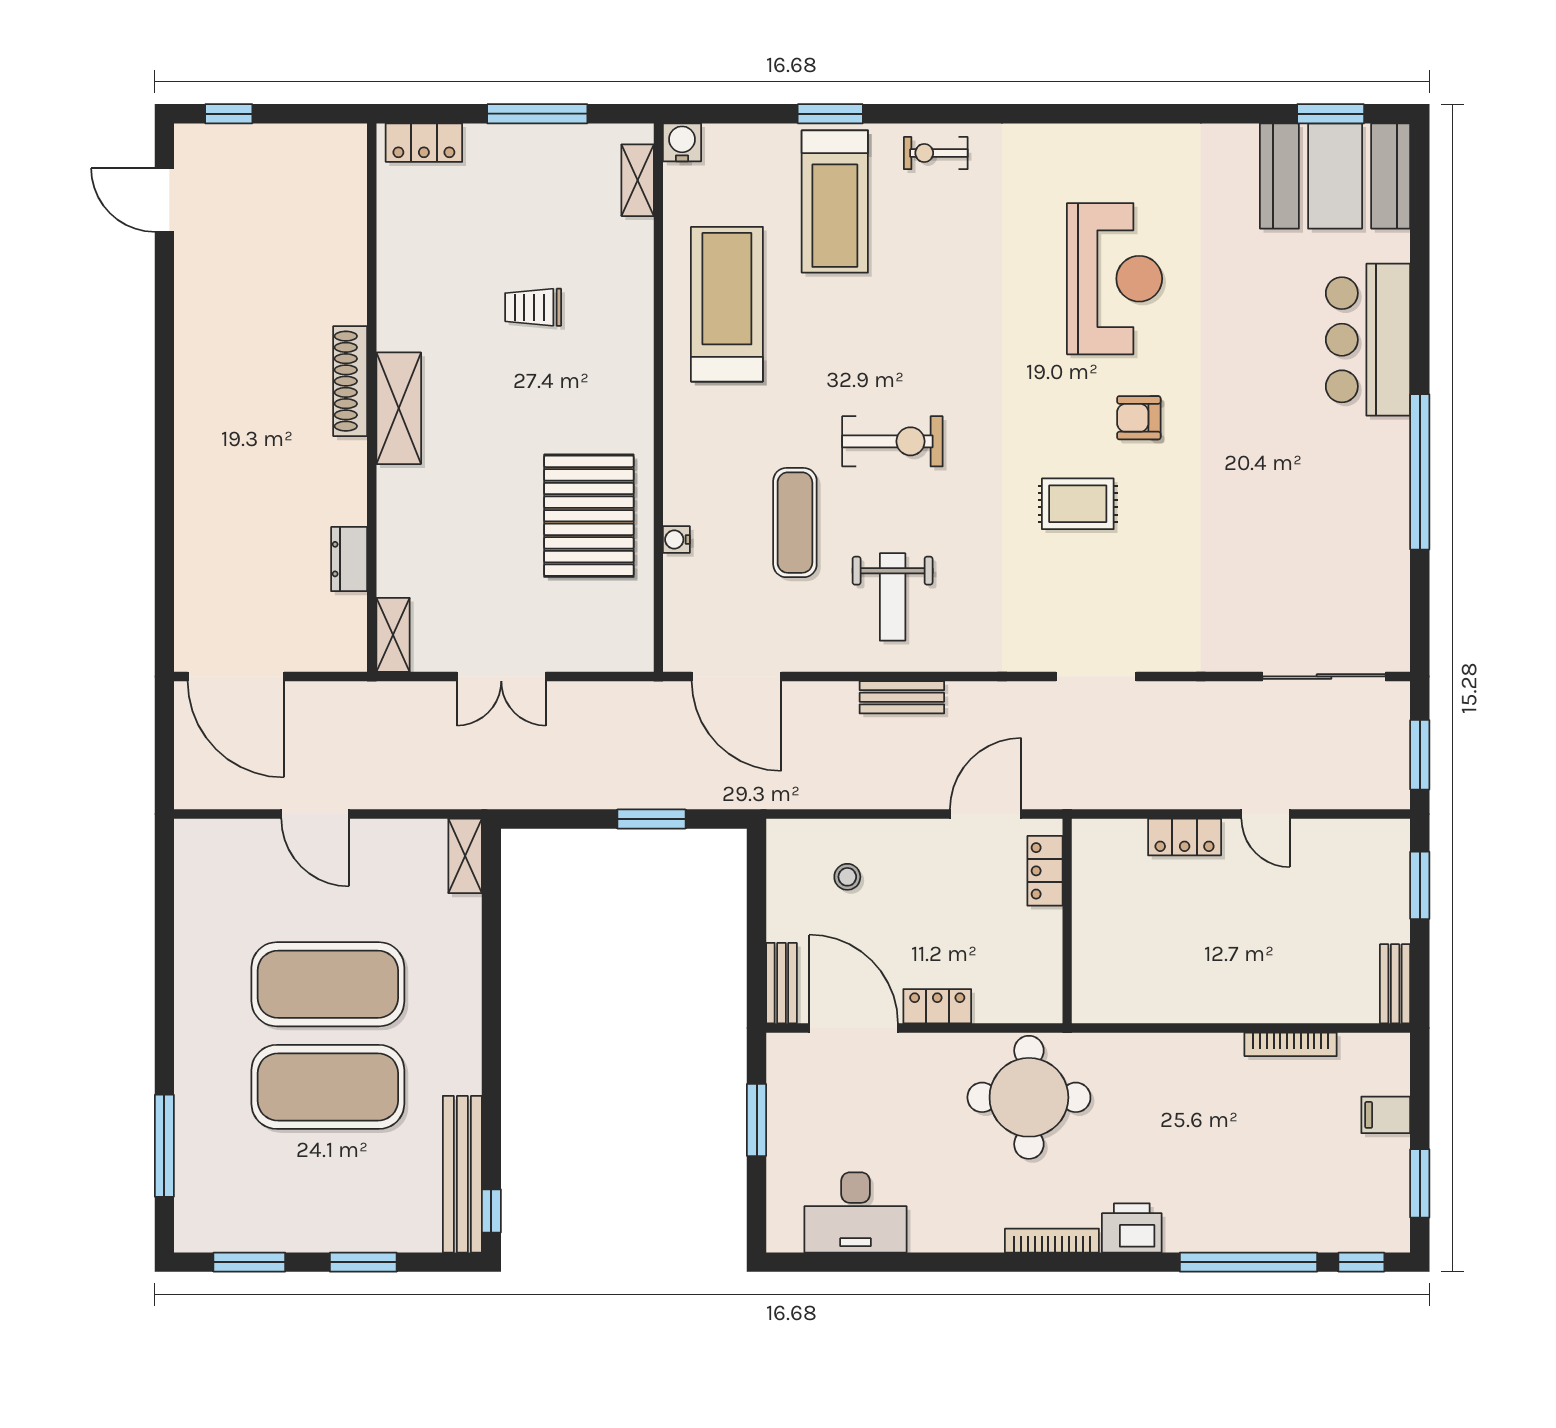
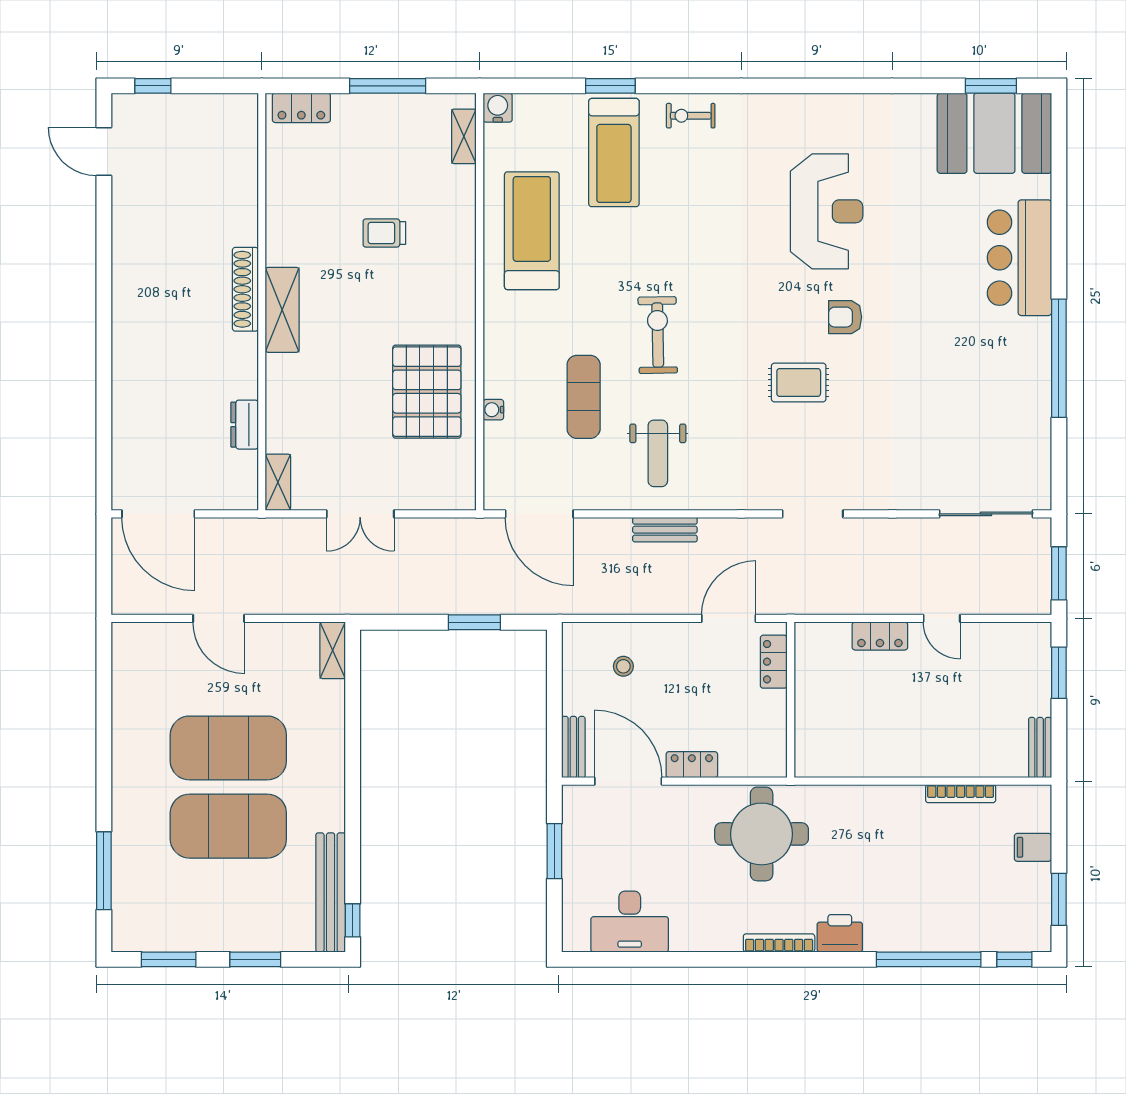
exercise bike: (892, 441) -> (658, 335), turned -91

